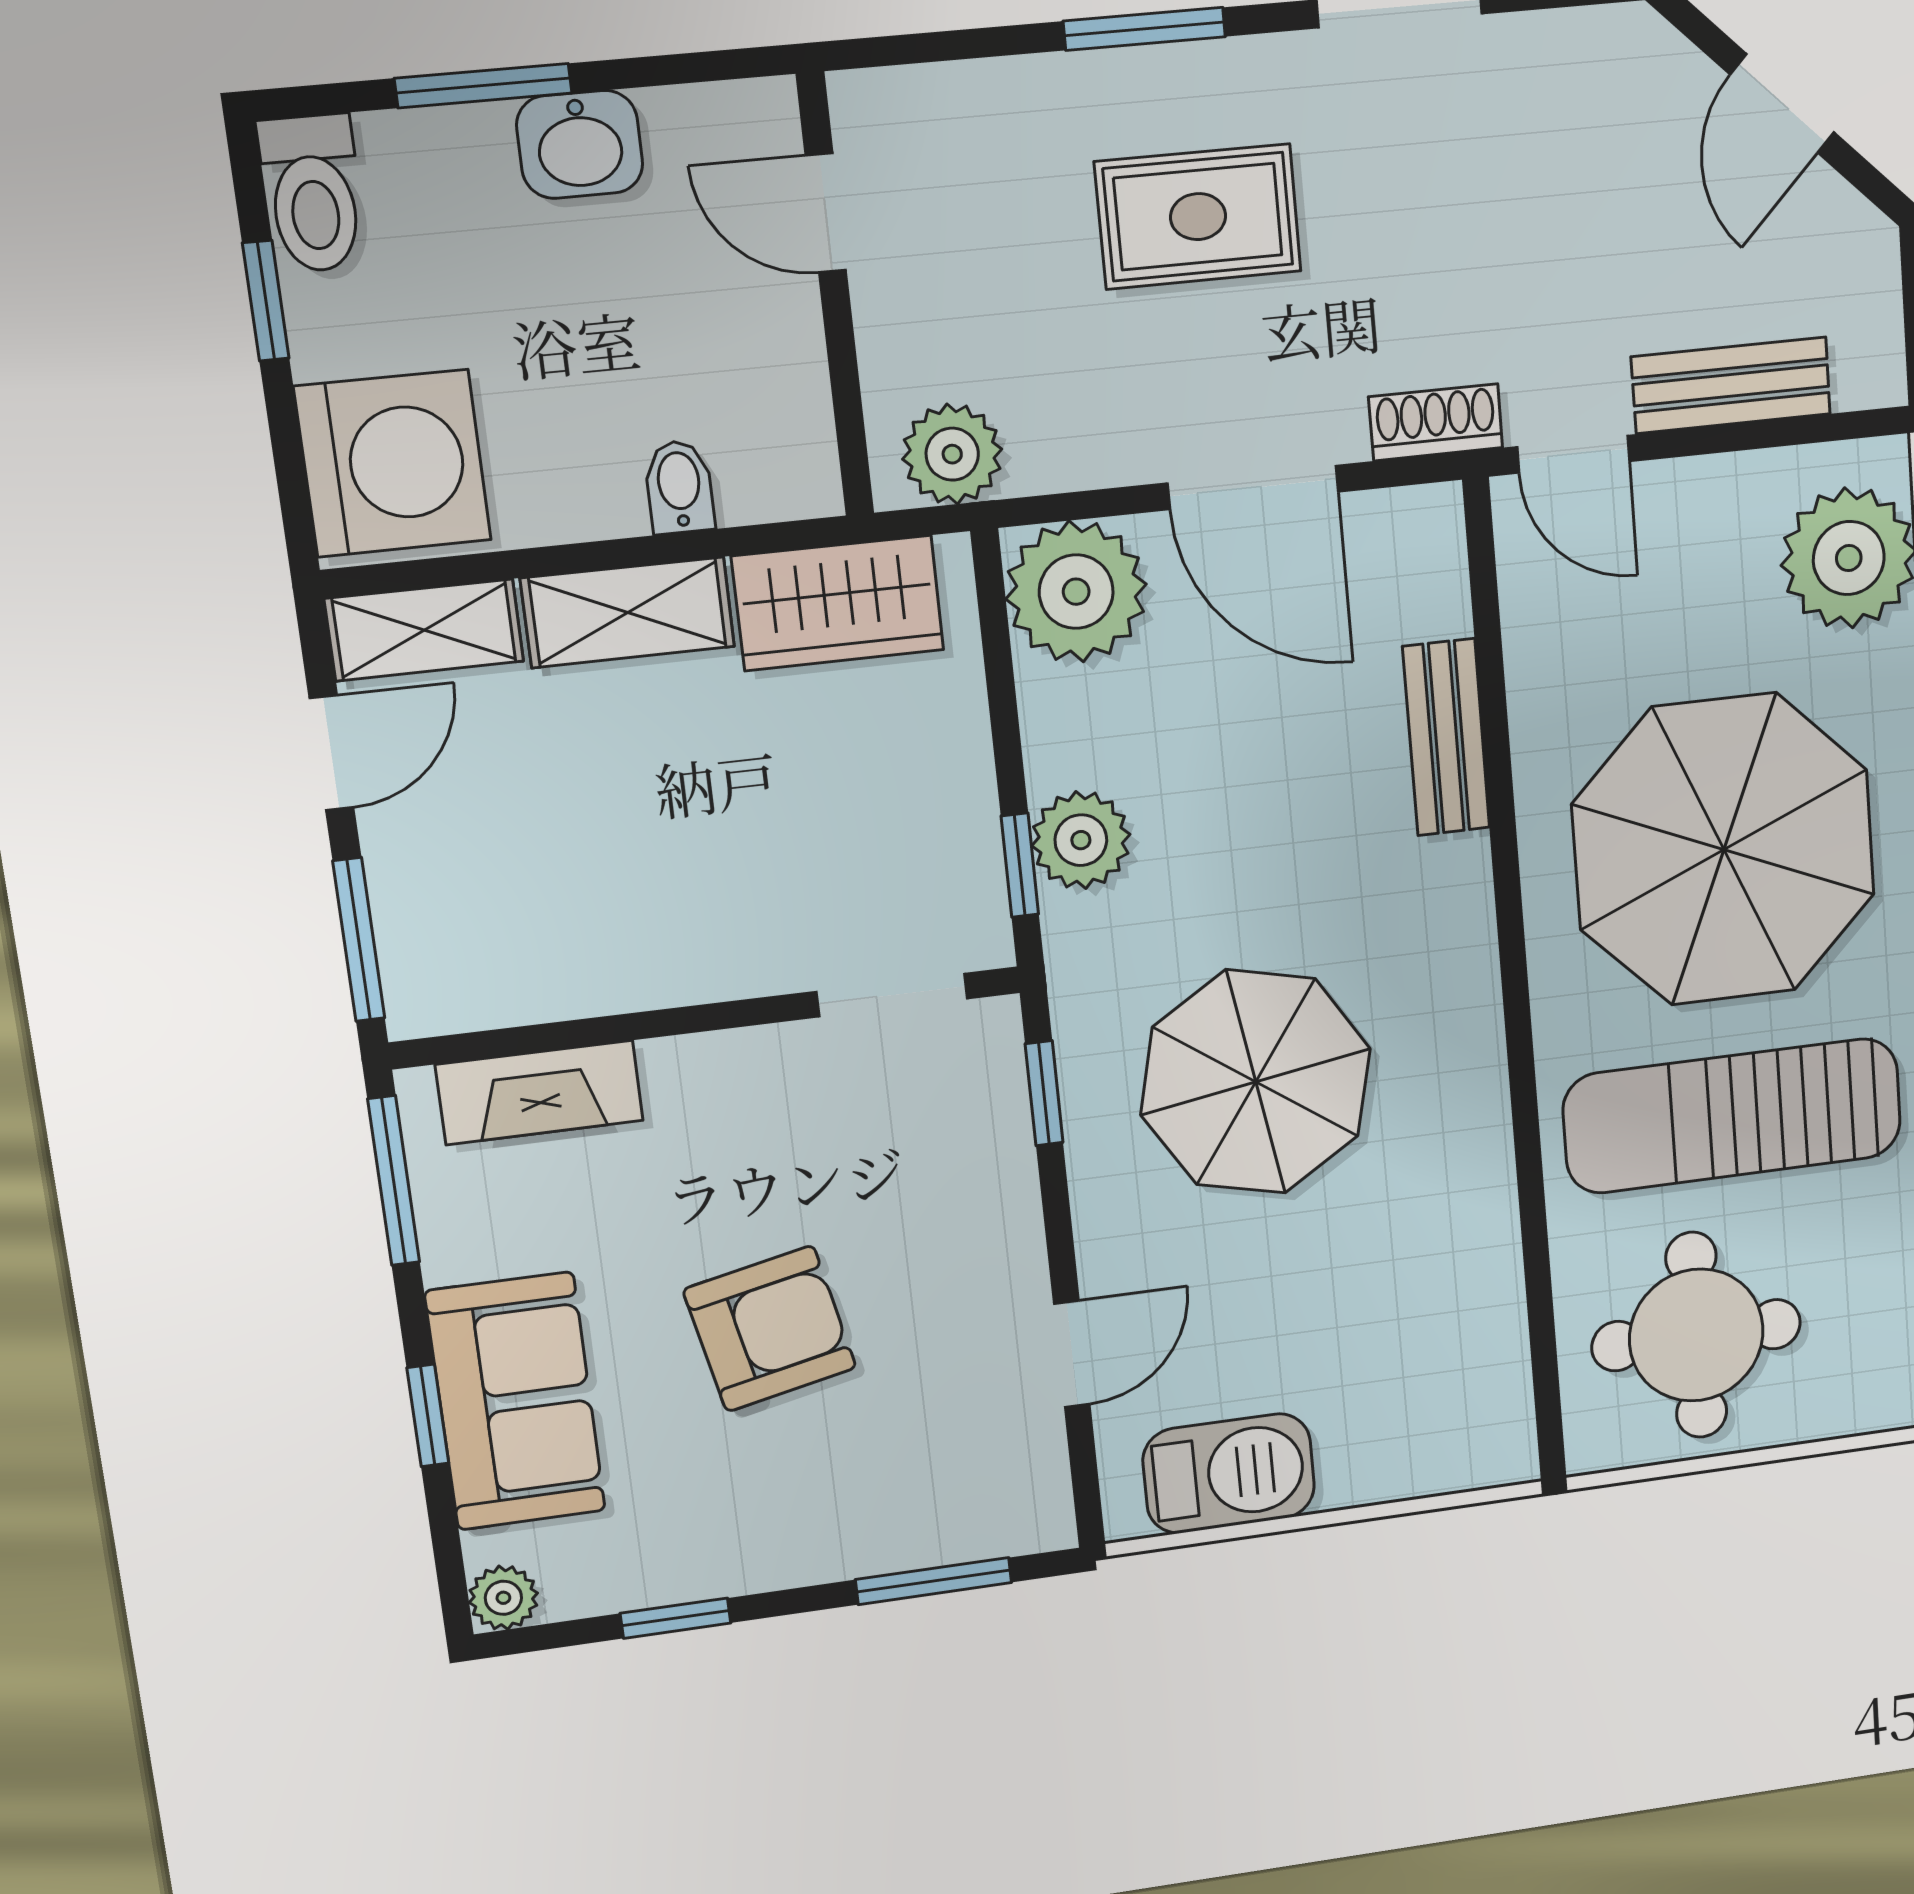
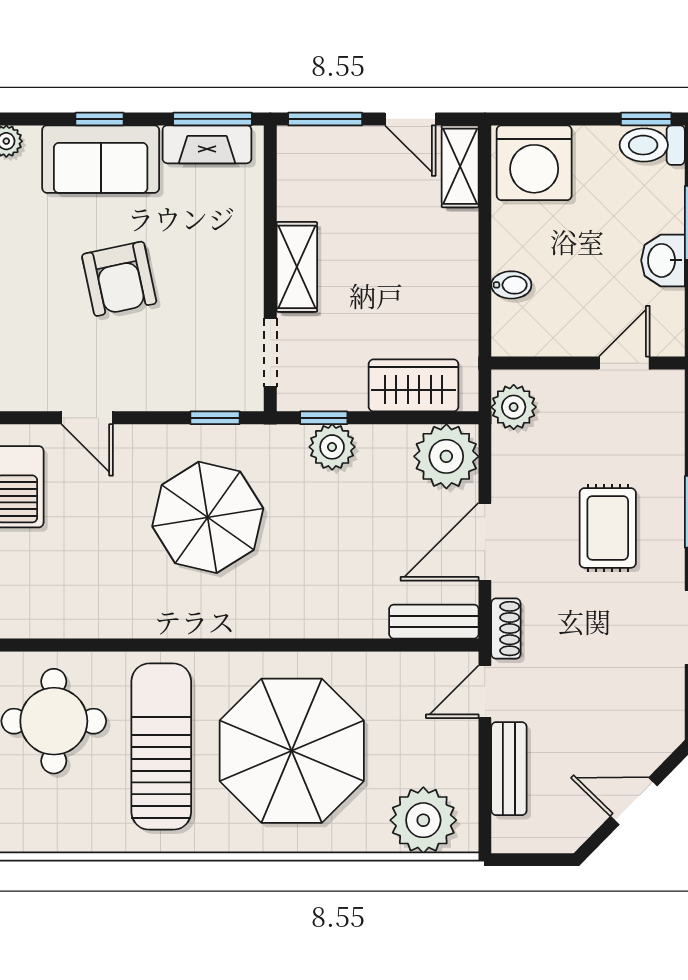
window: (266, 301) -> (646, 119), moved
wardrobe: (838, 603) -> (413, 385), moved, turned 90
shelving: (628, 612) -> (297, 267), moved
bench: (1446, 737) -> (434, 622), moved
fireplace: (539, 1093) -> (207, 144), moved, turned -90

